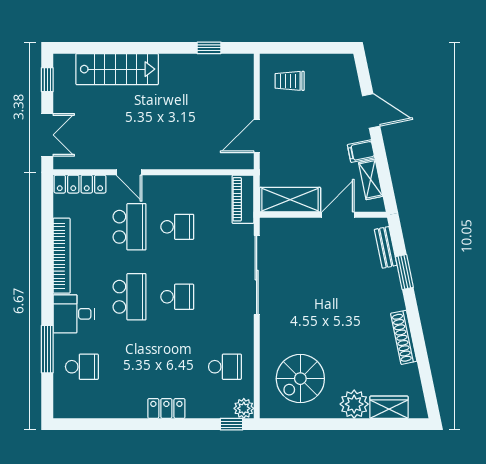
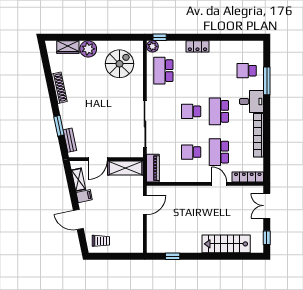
trolley: (290, 81) -> (101, 241), moved
school desk: (225, 367) -> (163, 71), width x1.85

